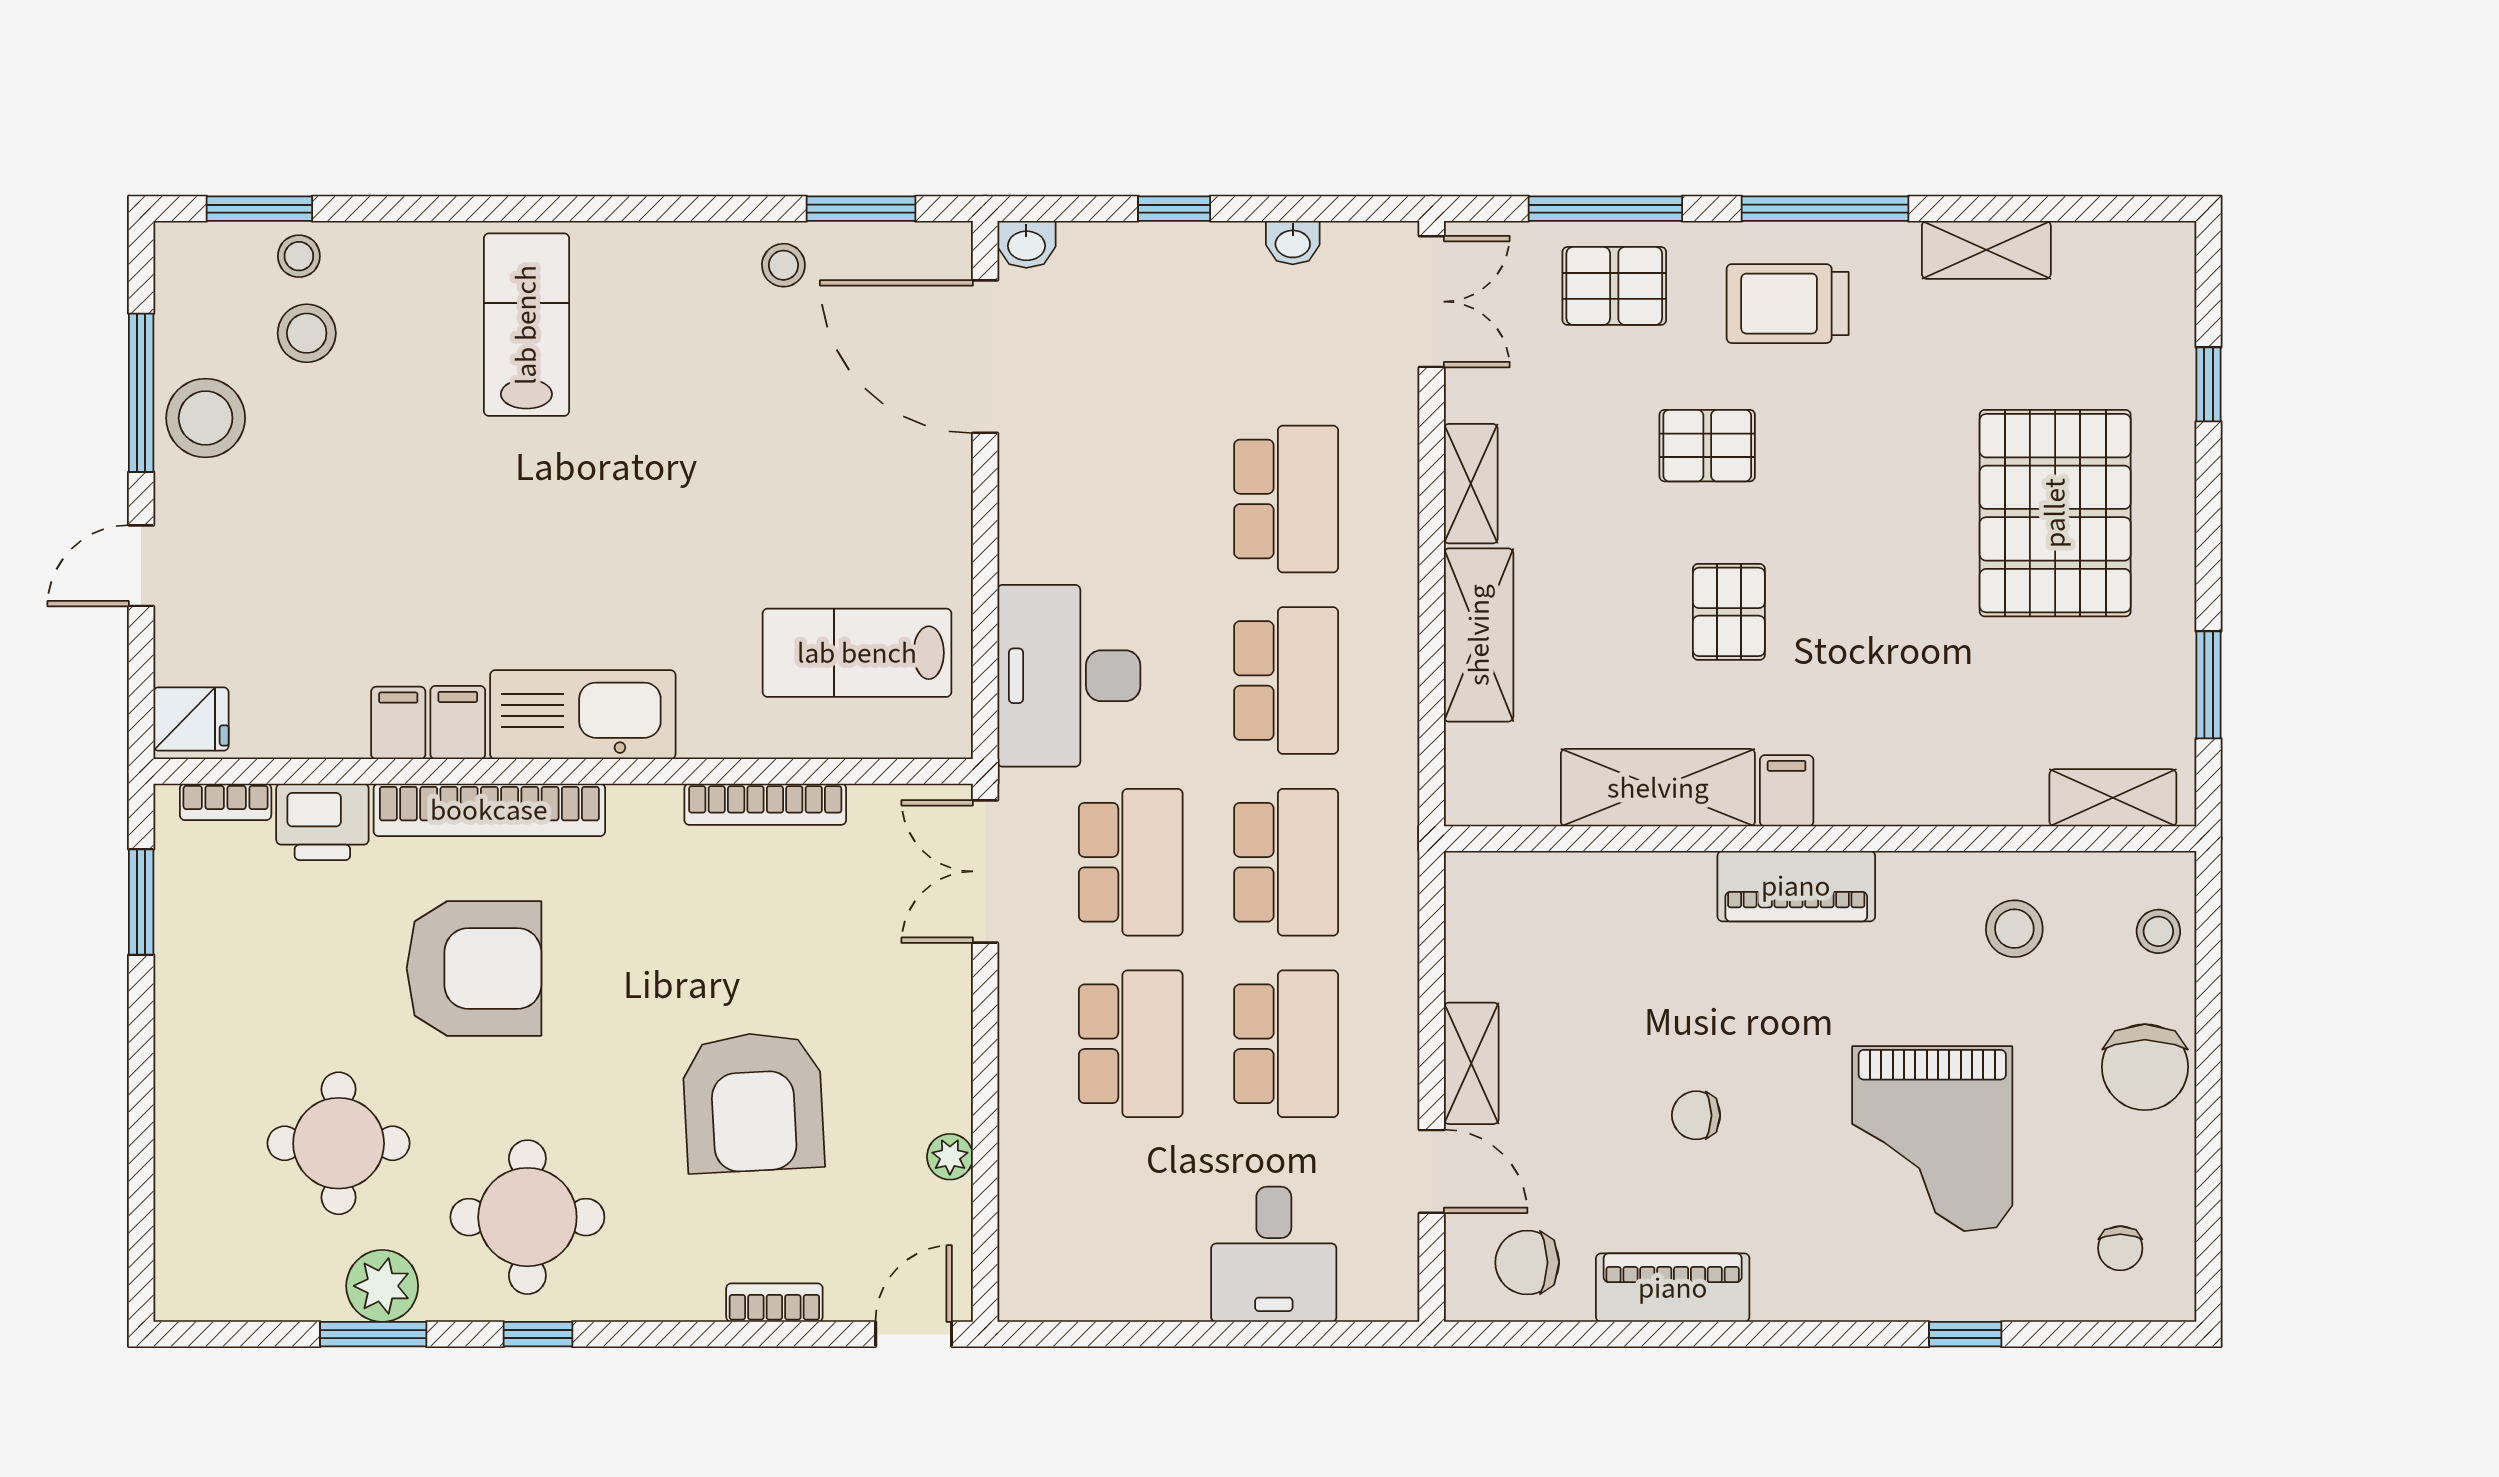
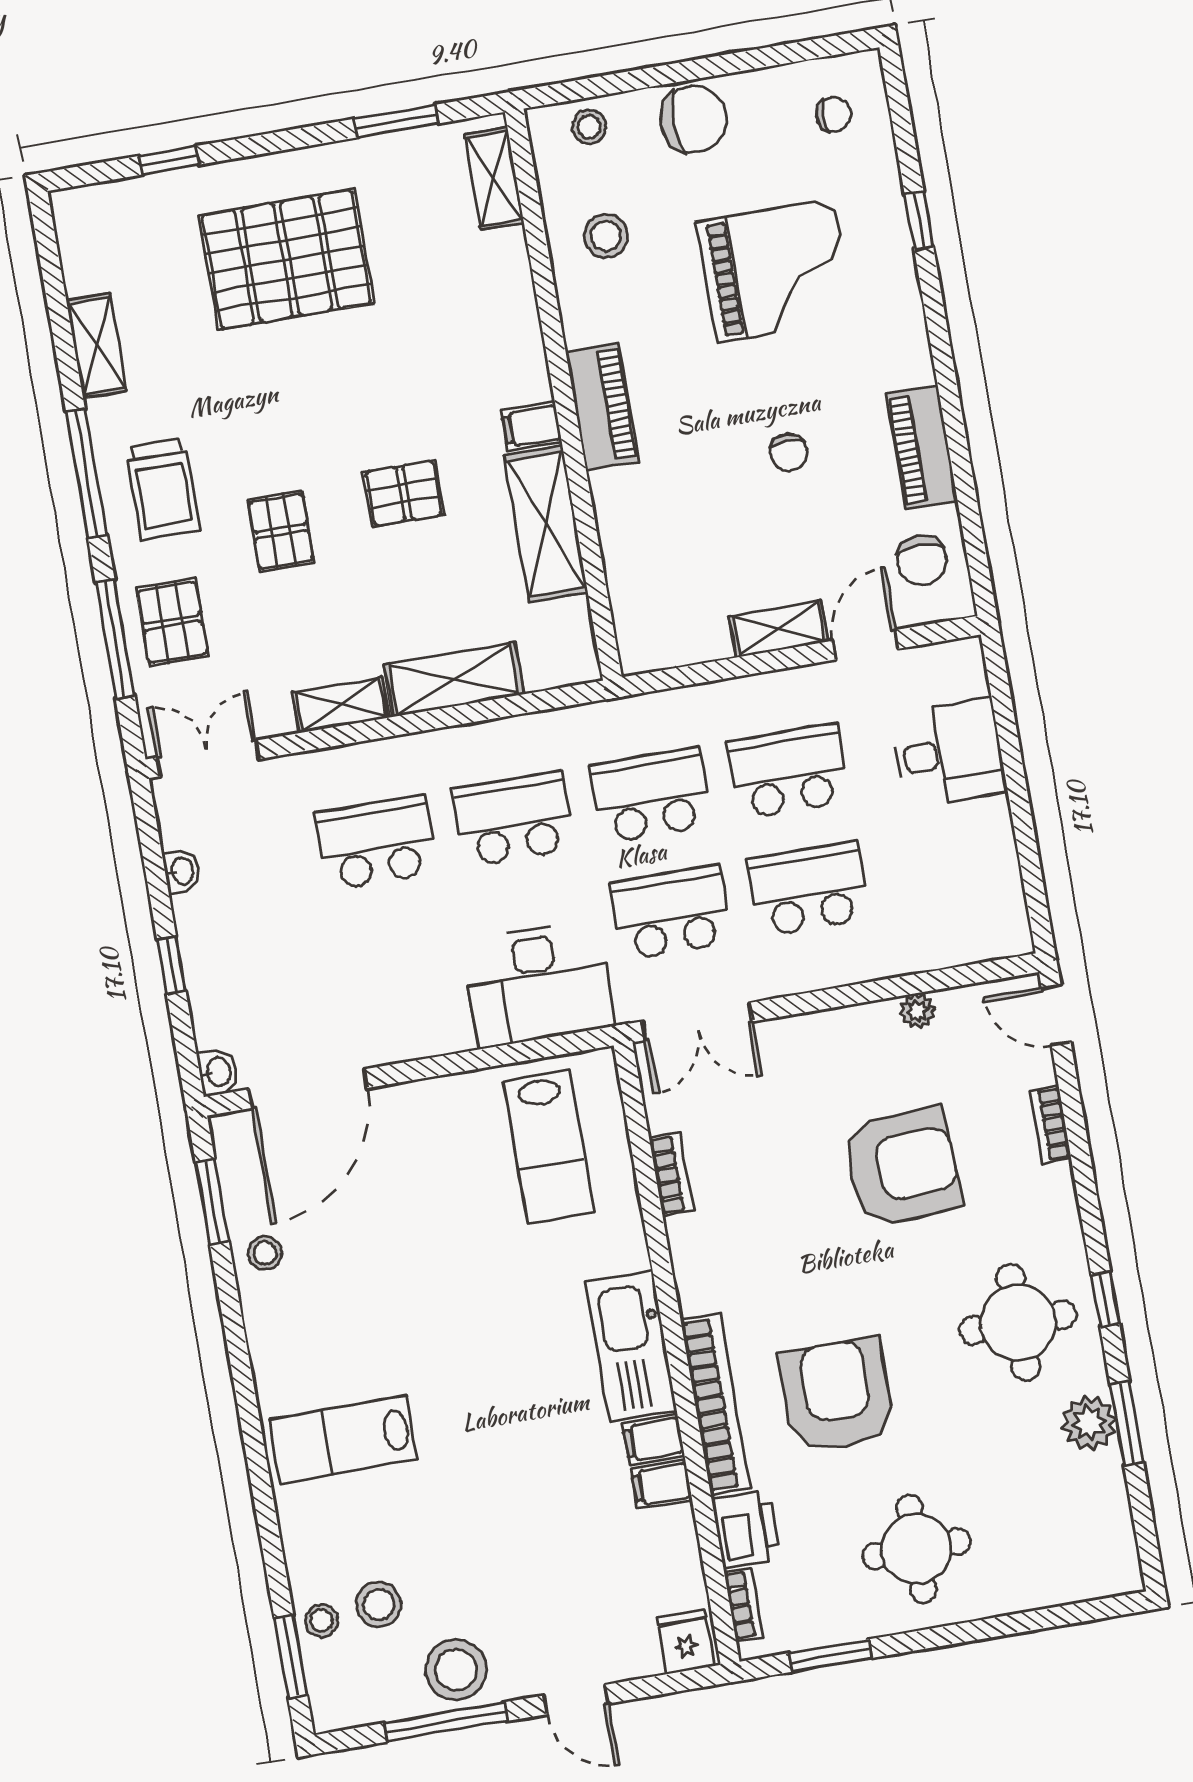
bookcase: (765, 804) -> (671, 1174), width x0.64
round table: (339, 1143) -> (917, 1549), moved

